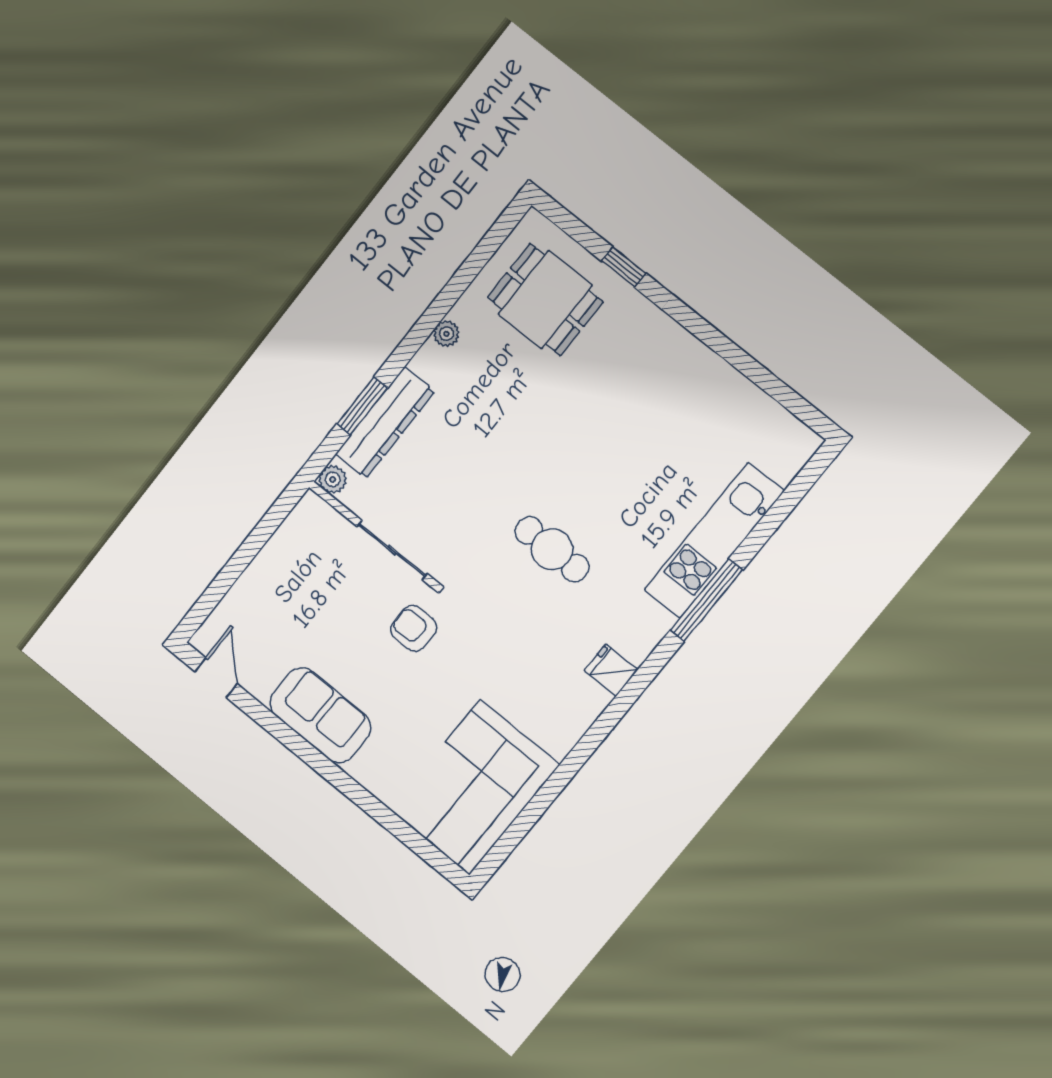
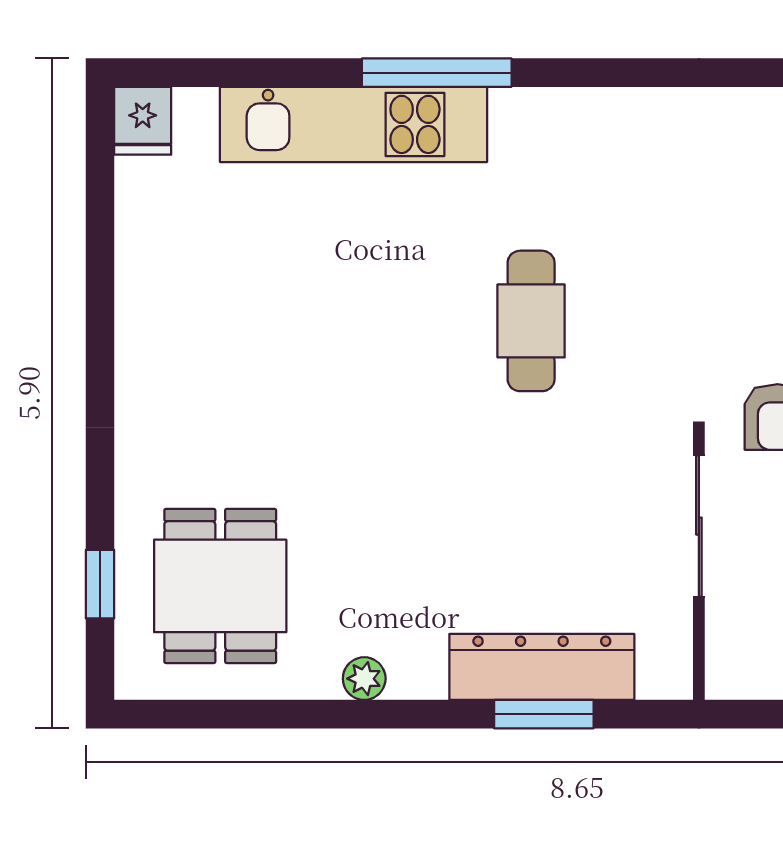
window: (624, 267) -> (100, 584), moved
plant: (333, 479) -> (670, 677), removed
fridge: (611, 670) -> (143, 121), moved

